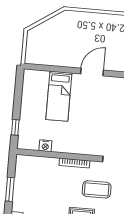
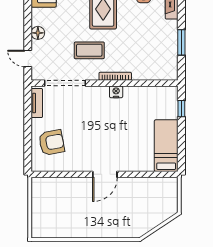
bed: (59, 96) -> (166, 146), moved
nightstand: (45, 146) -> (116, 92), moved

